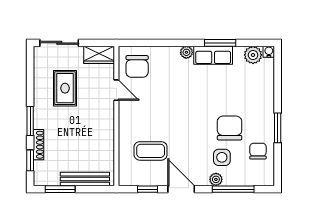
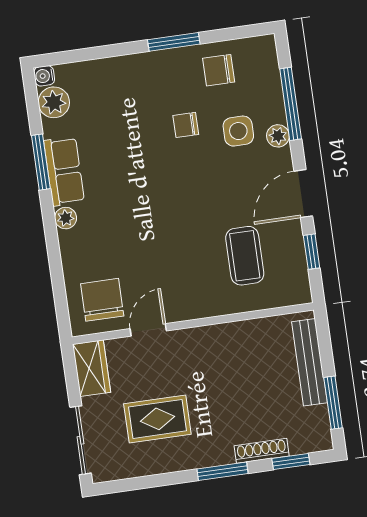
chair: (137, 66) -> (102, 300), turned -90
chair: (230, 128) -> (186, 125), width x0.54, depth x0.54

